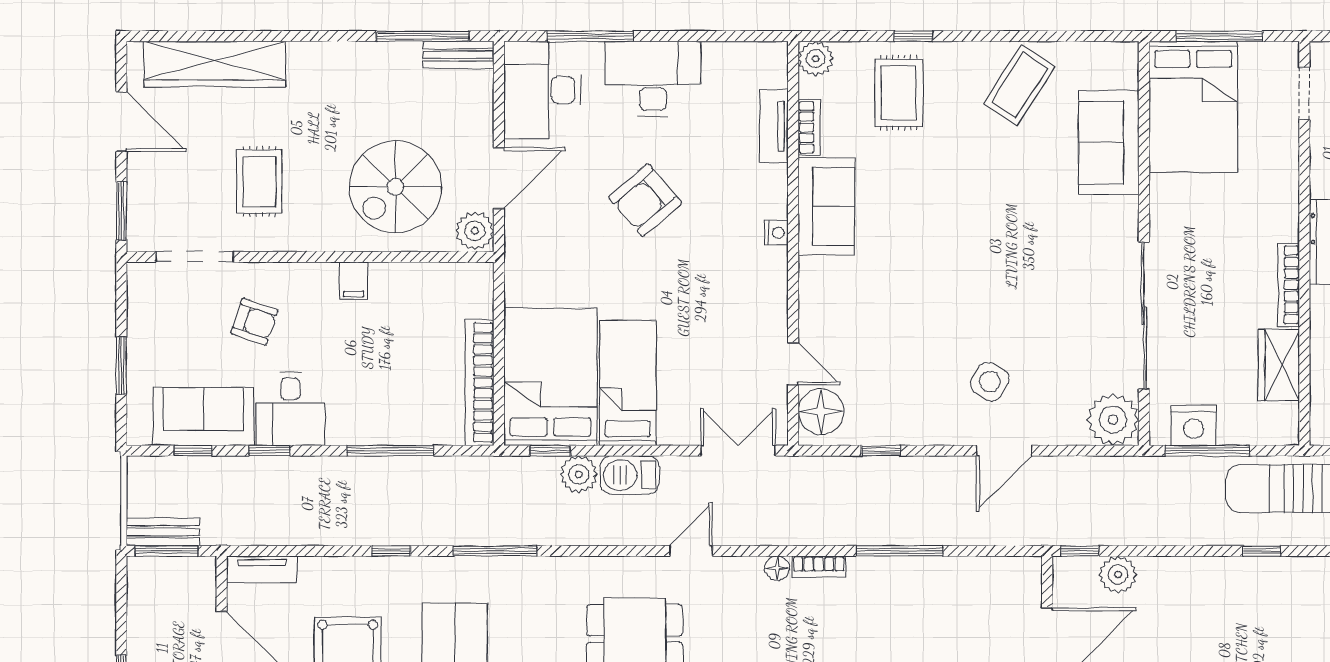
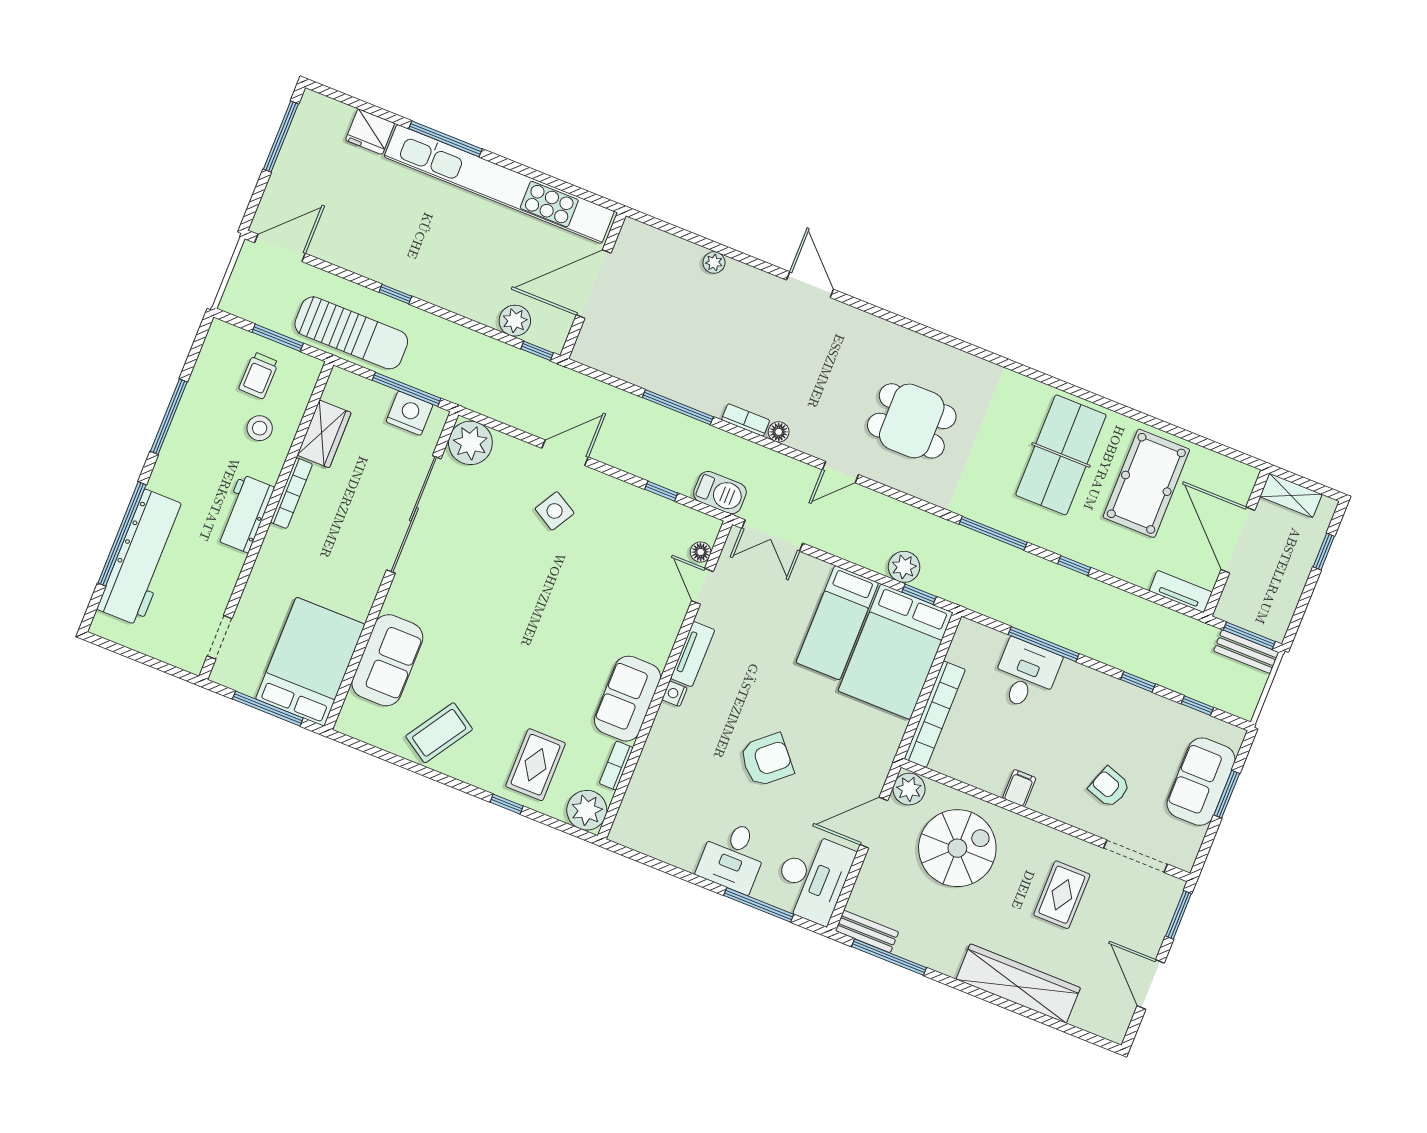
plant: (816, 59) -> (587, 810), width x1.36, depth x1.36
wardrobe: (215, 64) -> (1018, 983), moved
desk: (653, 79) -> (733, 856), width x0.73
tv unit: (774, 126) -> (693, 654), moved
bookcase: (480, 382) -> (935, 714), moved
desk: (290, 409) -> (1026, 675), moved
floor lamp: (821, 412) -> (701, 552), width x0.53, depth x0.53
sofa: (203, 417) -> (1201, 782), moved, turned 90
barbecue: (630, 475) -> (720, 493), moved

